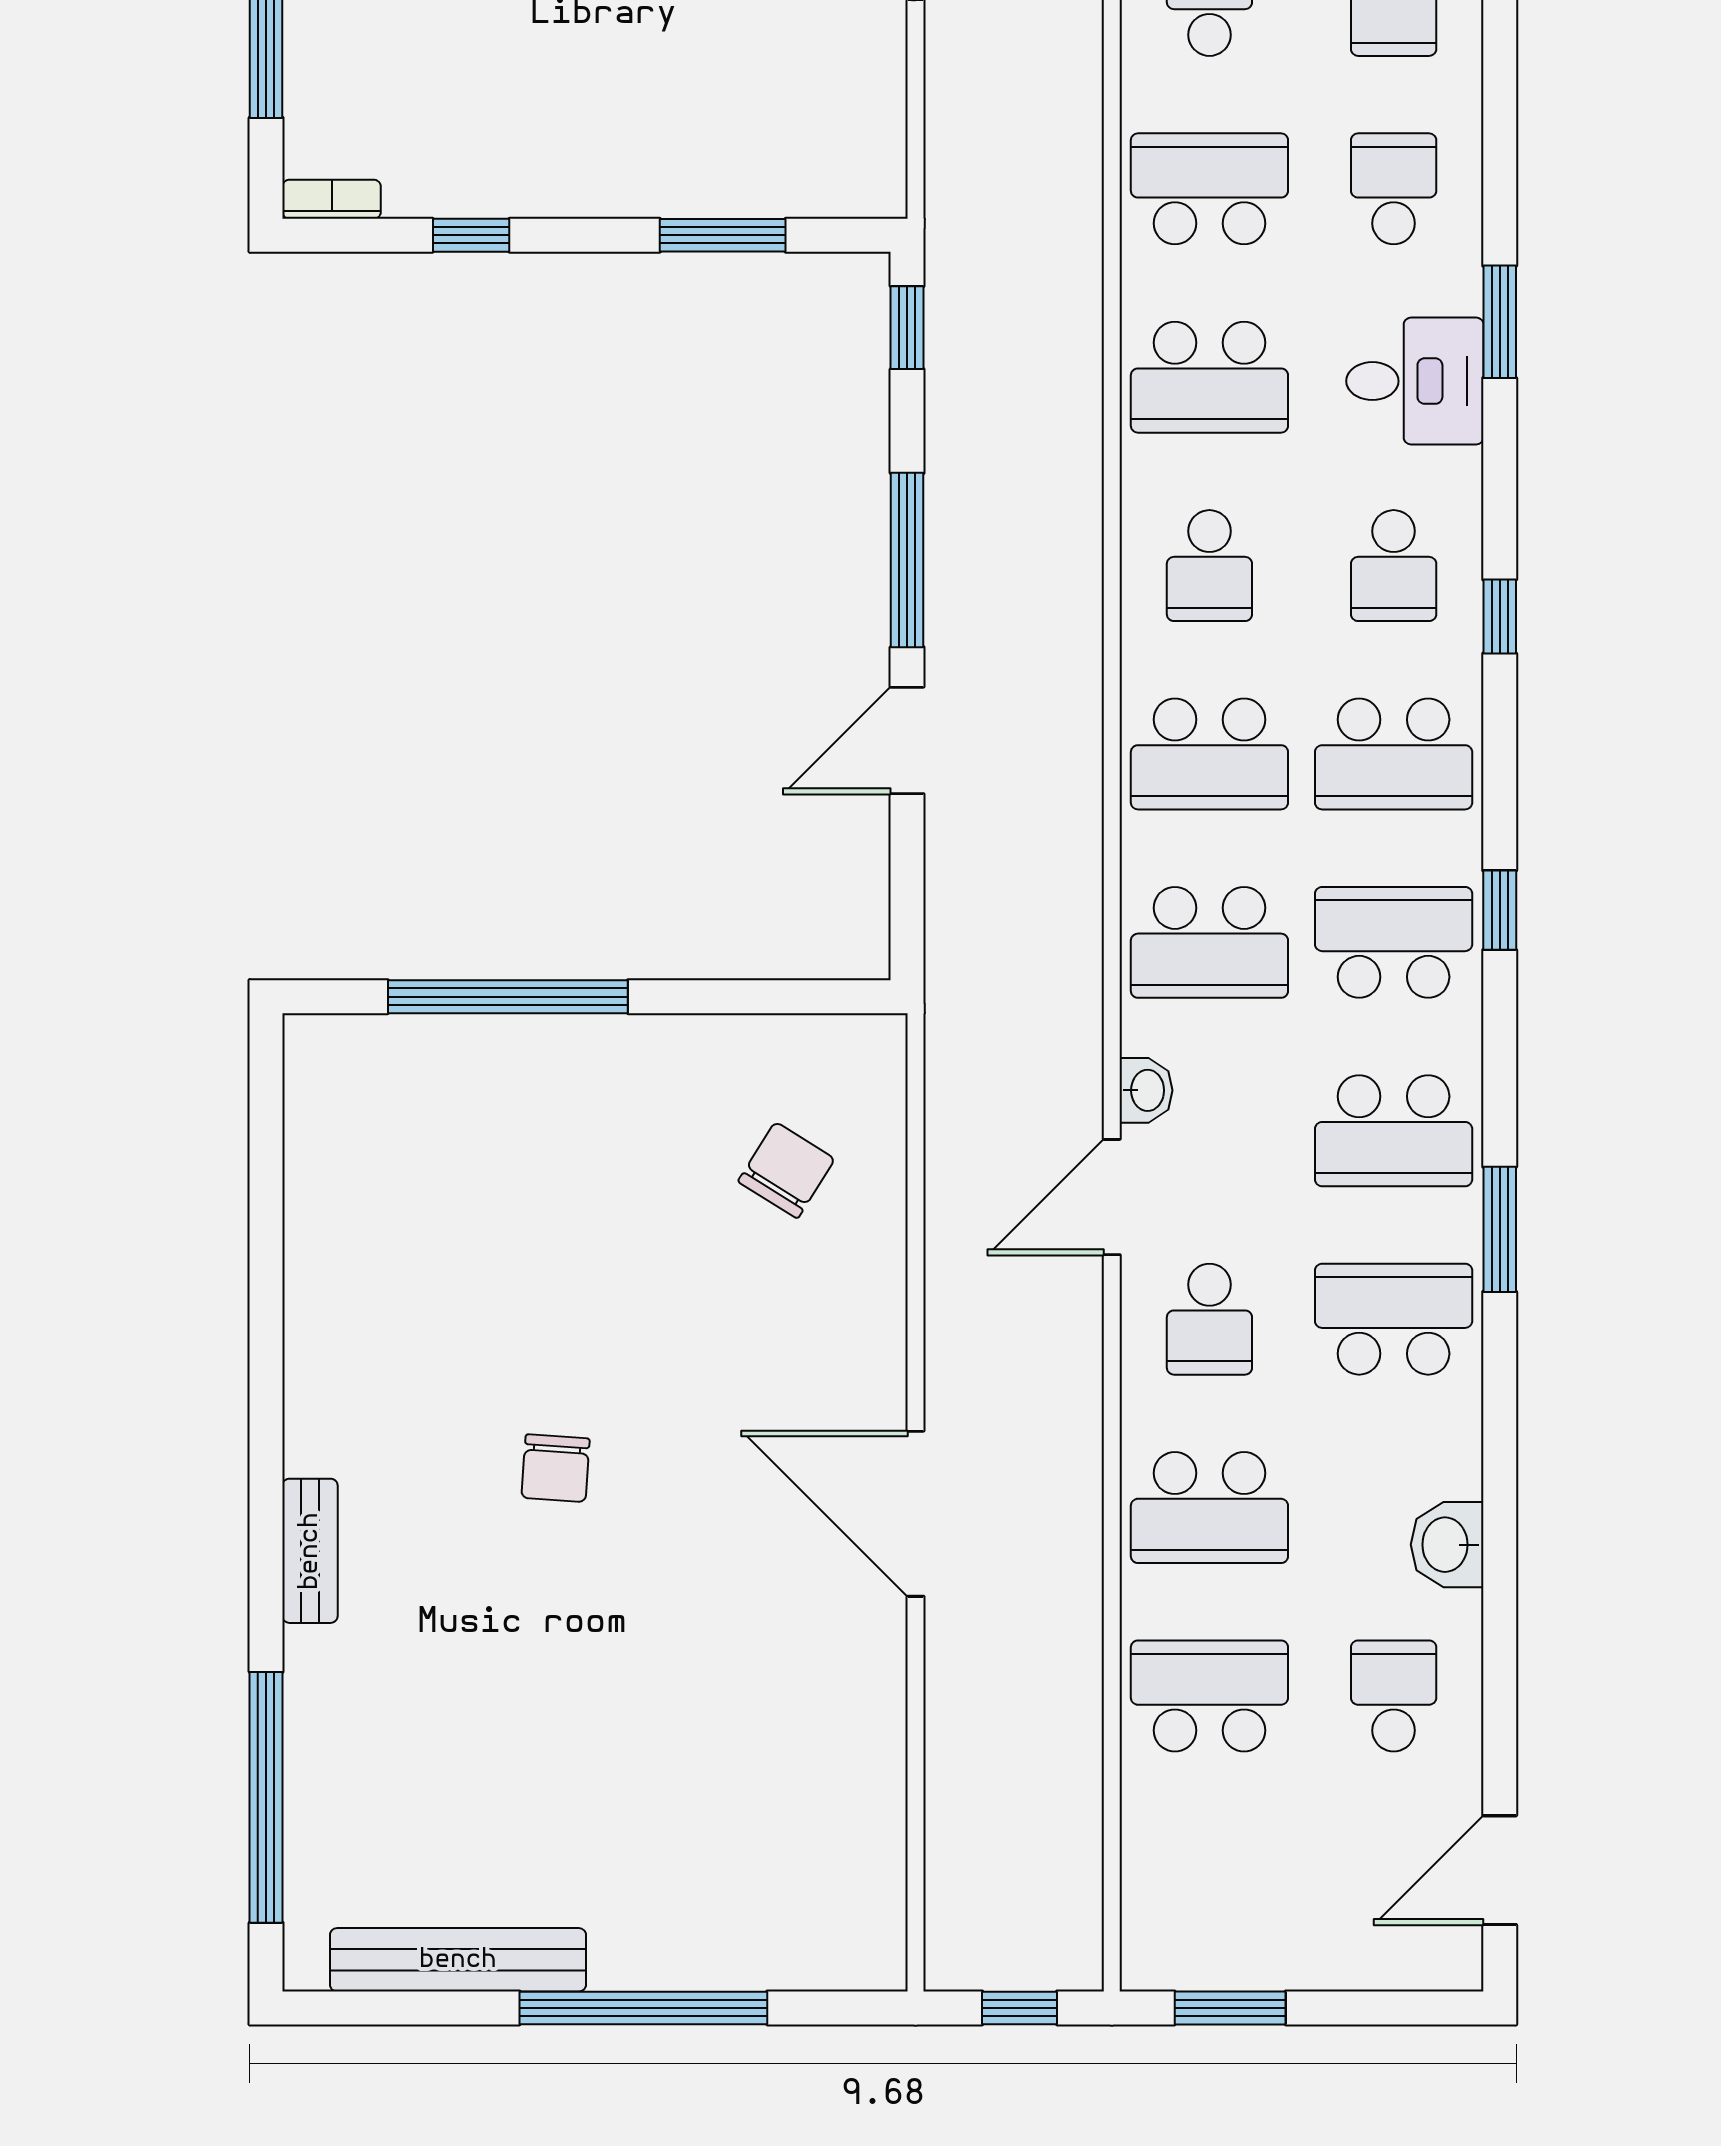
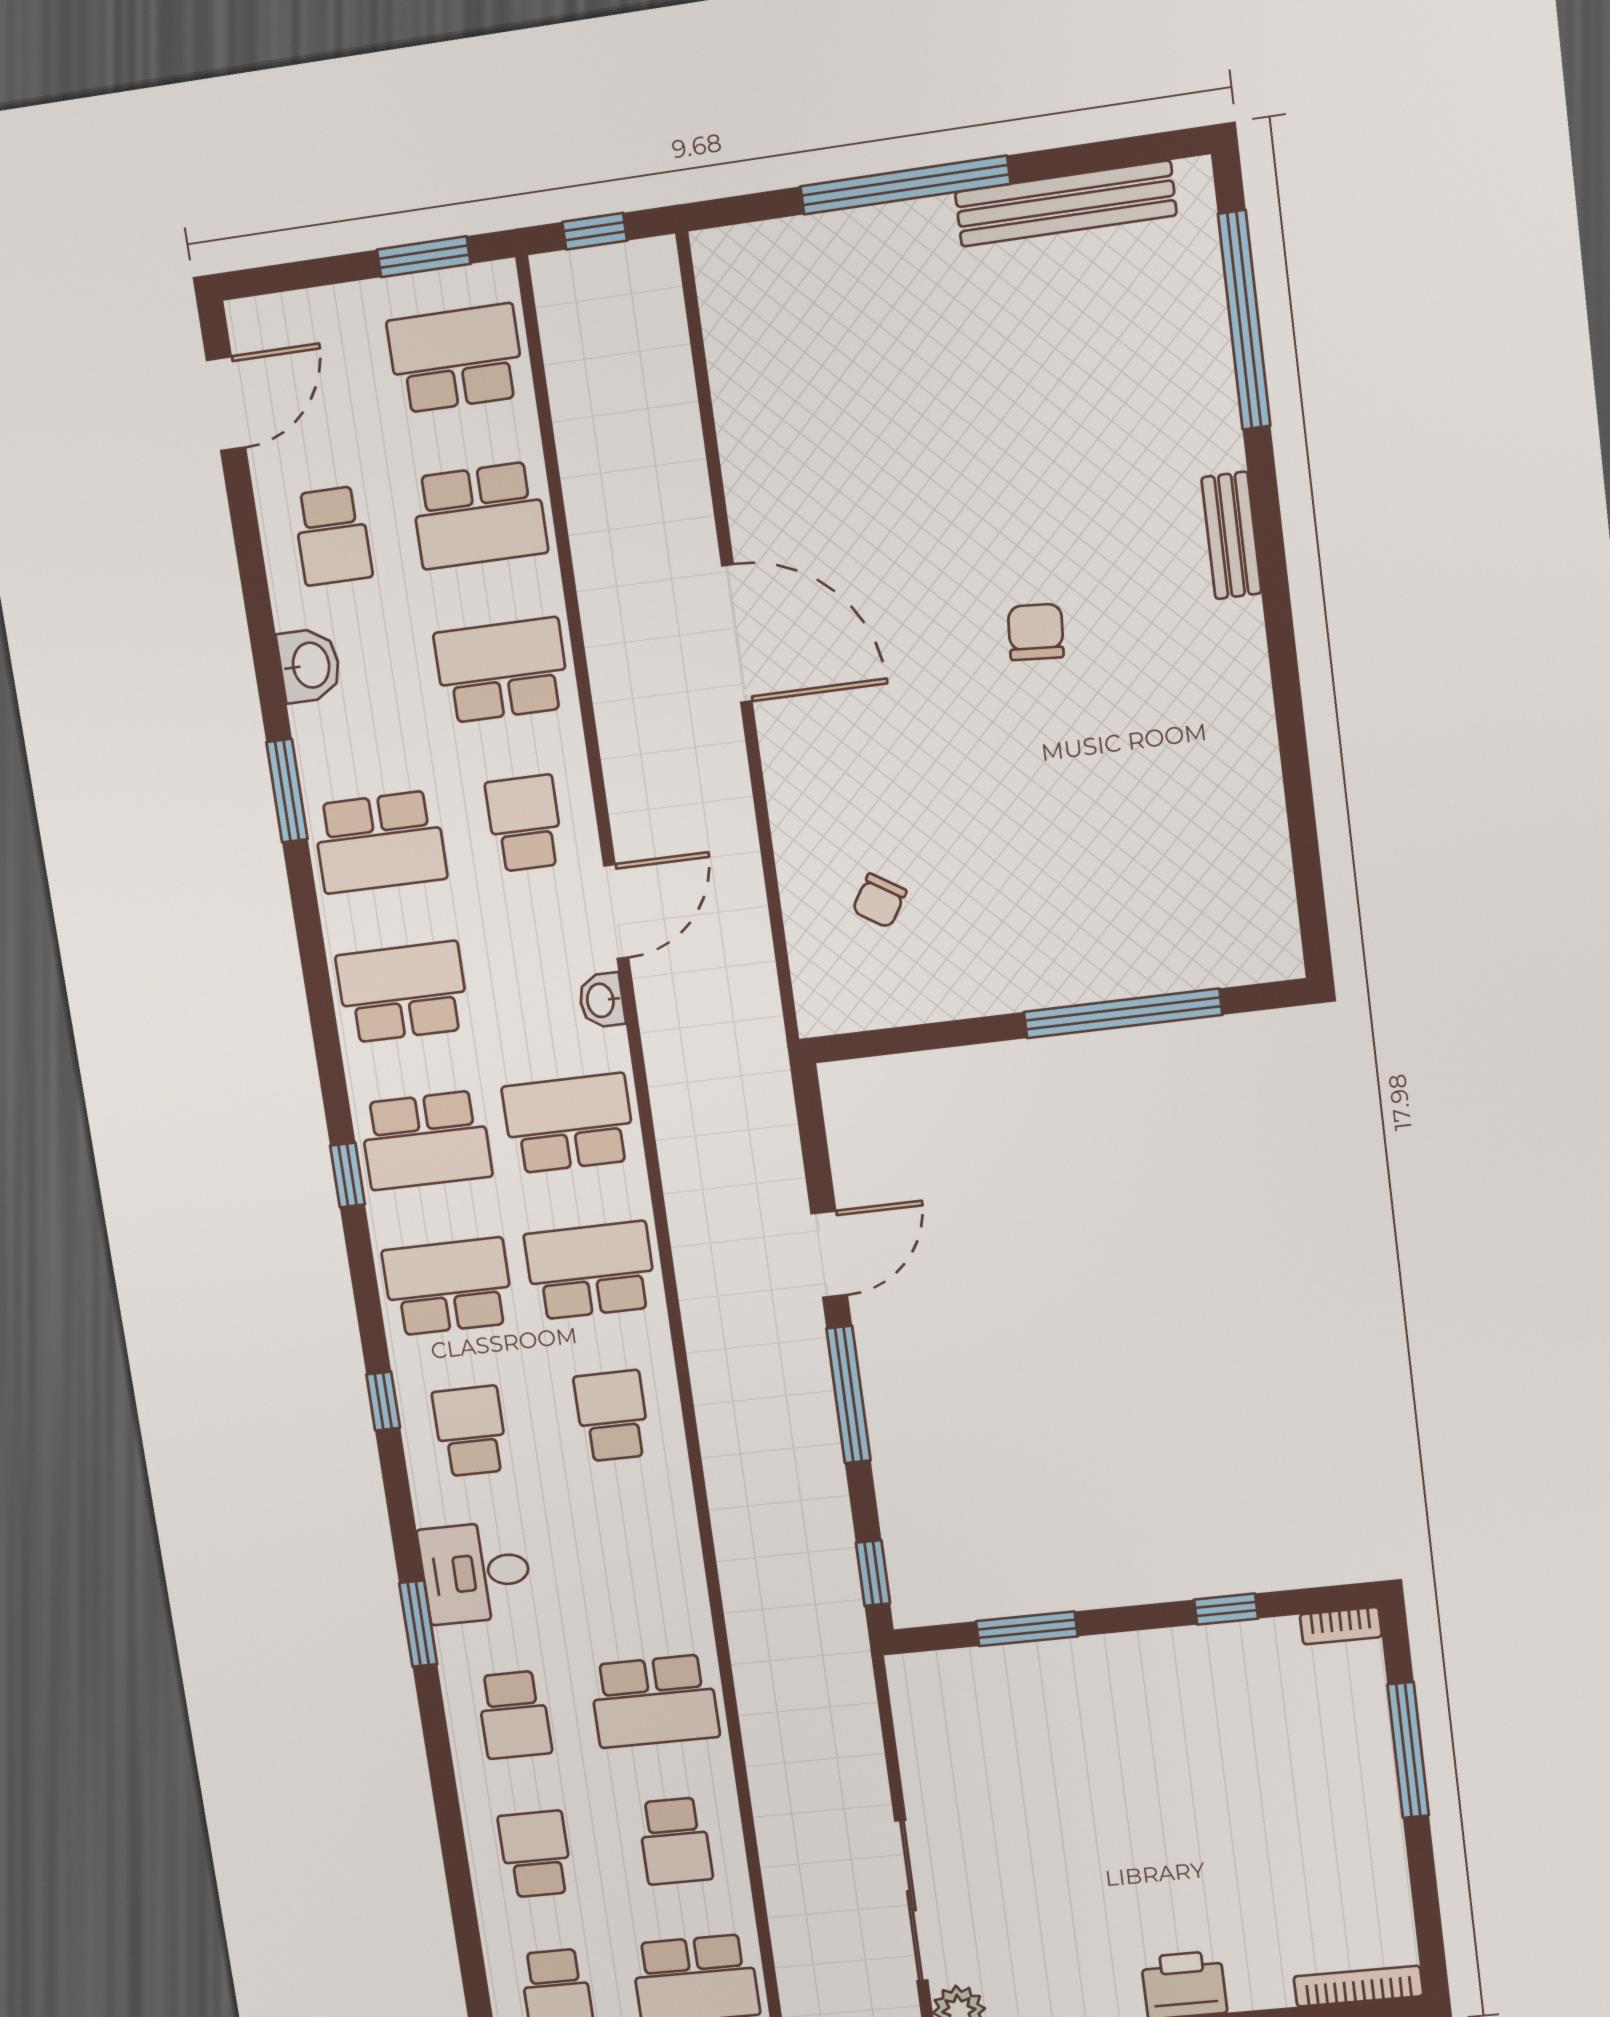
school desk: (1209, 377) -> (456, 358), moved
chair: (786, 1170) -> (879, 901), width x0.73, depth x0.73
window: (1500, 1229) -> (287, 791), moved

